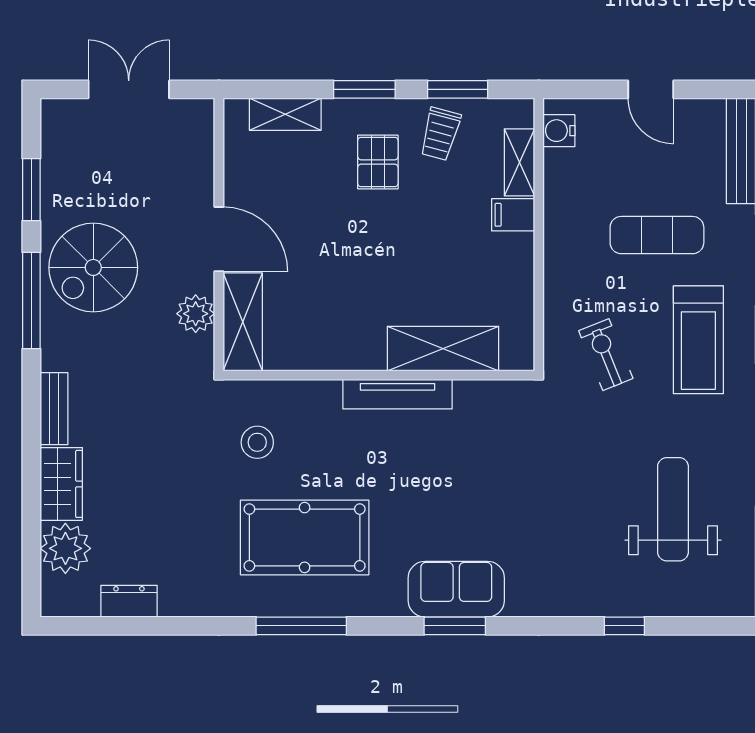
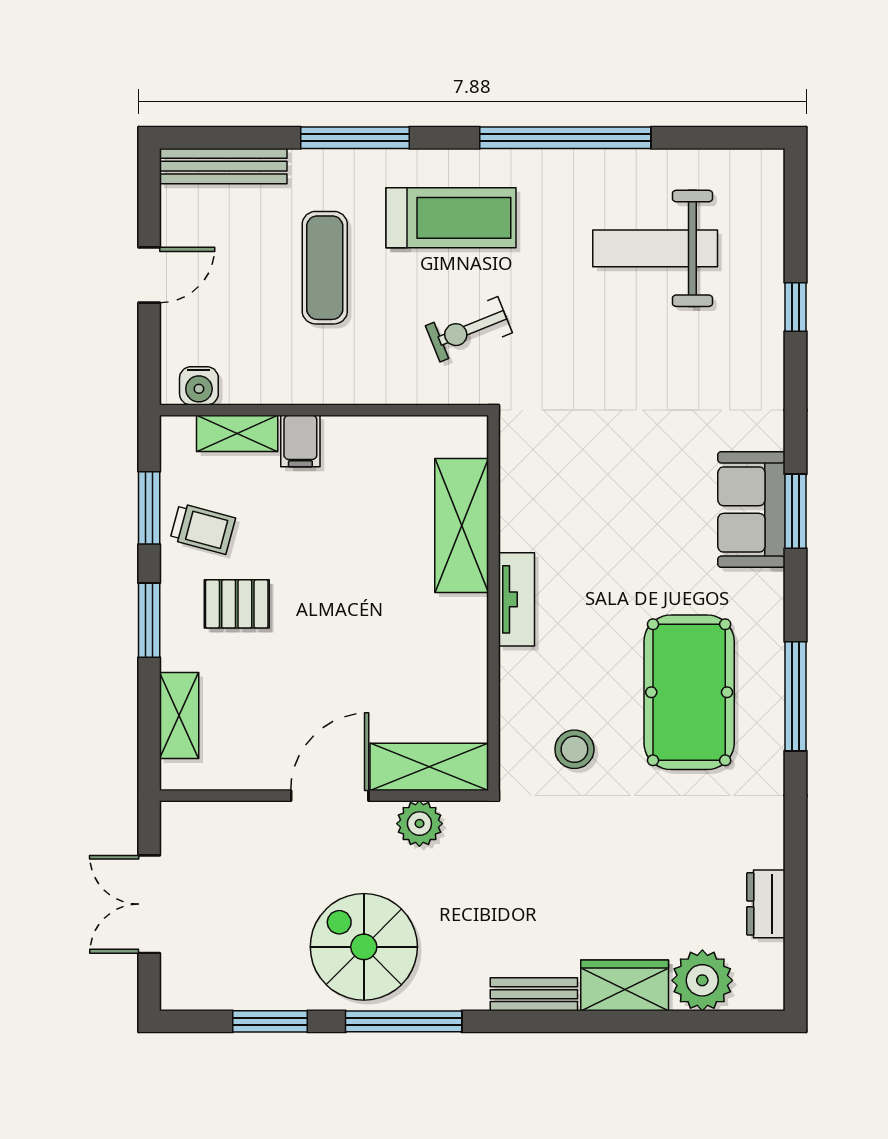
spiral stairs: (93, 267) -> (364, 947), turned 180
tv unit: (398, 394) -> (516, 599), width x0.71

